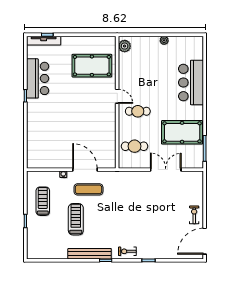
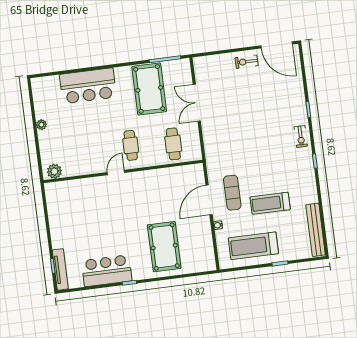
pool table: (92, 66) -> (164, 247), moved
treadmill: (43, 201) -> (253, 246), width x1.37, depth x1.38
bench: (90, 254) -> (316, 230), moved

